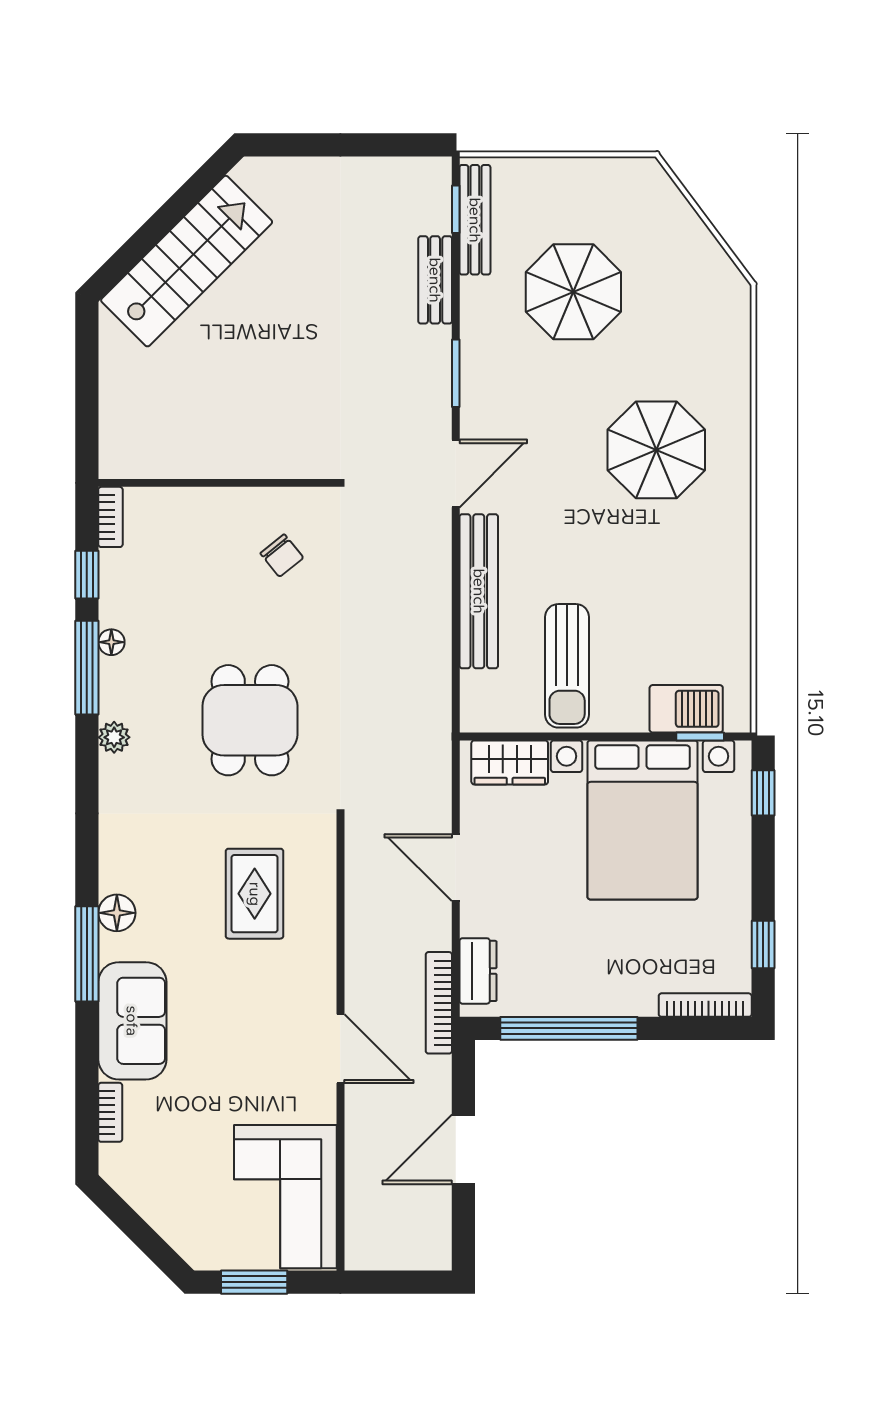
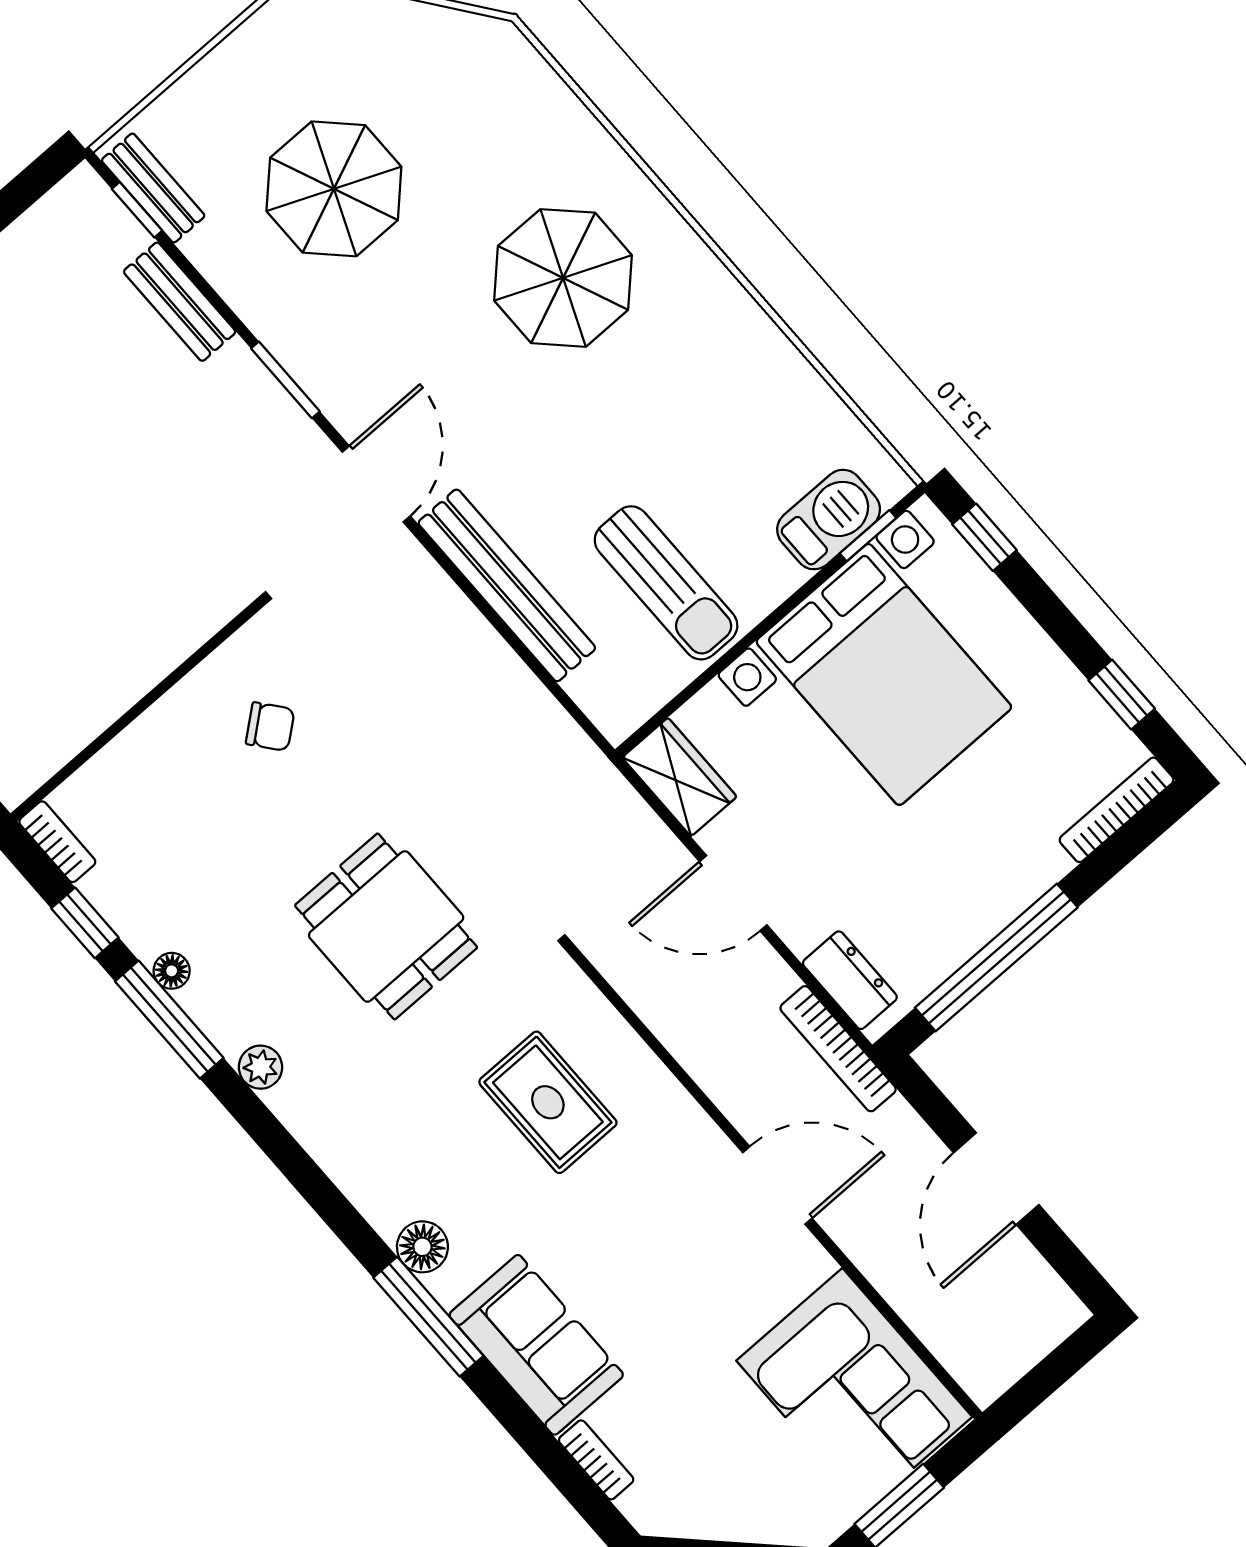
bench: (475, 220) -> (153, 188), width x0.73
wardrobe: (510, 762) -> (679, 777), moved, turned -90

